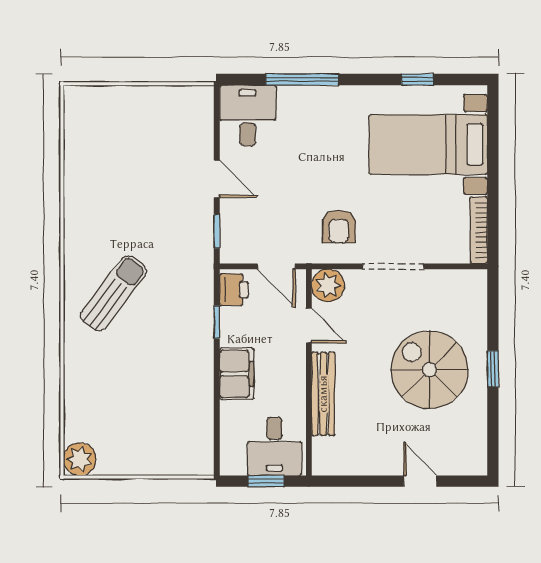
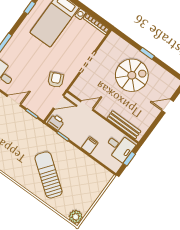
armchair: (339, 226) -> (56, 80), moved, turned -114
plant: (328, 285) -> (78, 89), removed
sun lounger: (113, 294) -> (49, 175), moved, width x1.36, depth x1.34
spiral stairs: (429, 370) -> (132, 75), turned 180
filing cabinet: (237, 374) -> (90, 145), width x0.50
bench: (323, 394) -> (124, 125), moved

